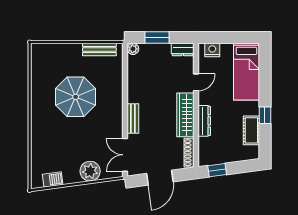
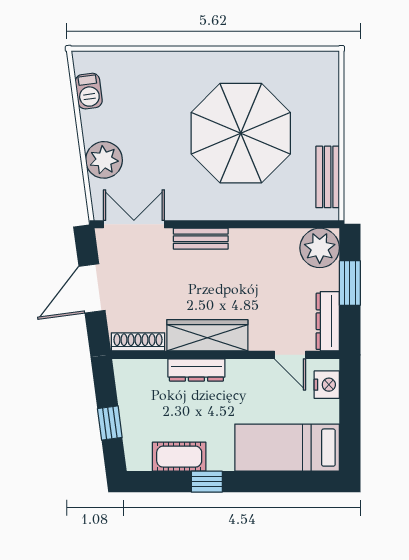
plant: (133, 49) -> (320, 248), width x1.88, depth x1.88
dresser: (183, 49) -> (328, 321), width x1.44
door: (196, 82) -> (290, 355), moved
parasol: (76, 97) -> (241, 133), width x1.36, depth x1.36
window: (217, 170) -> (110, 423), moved
door: (160, 178) -> (92, 288), hinge flipped

